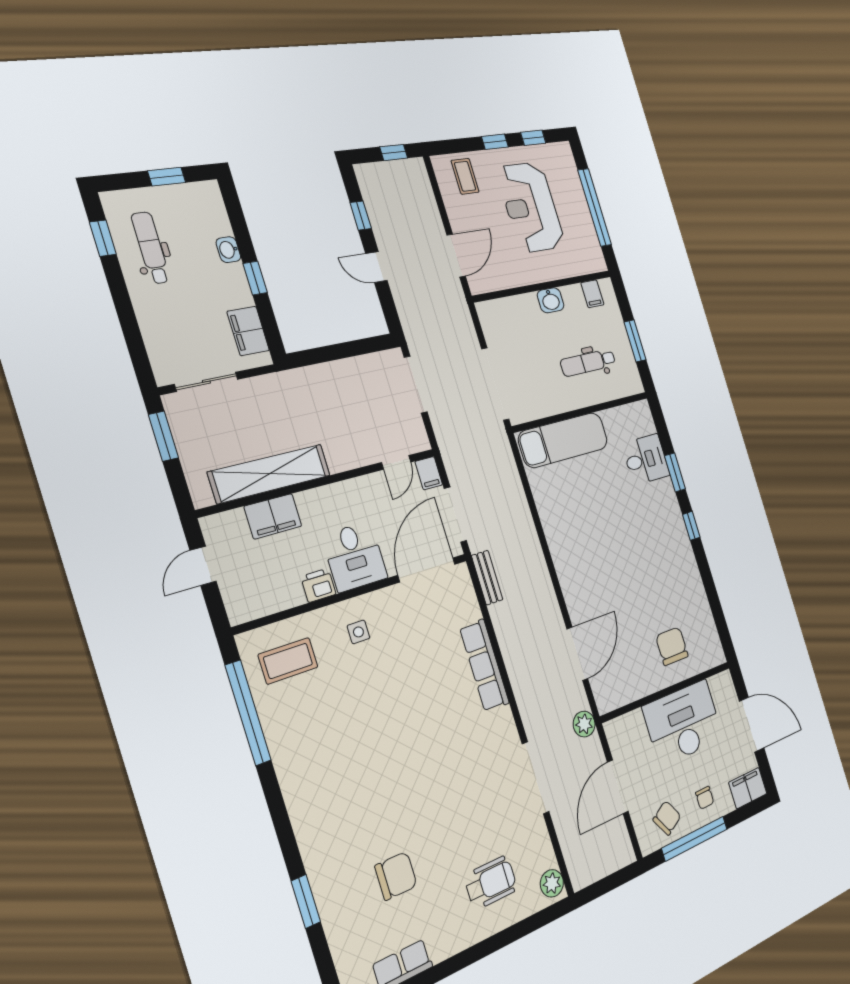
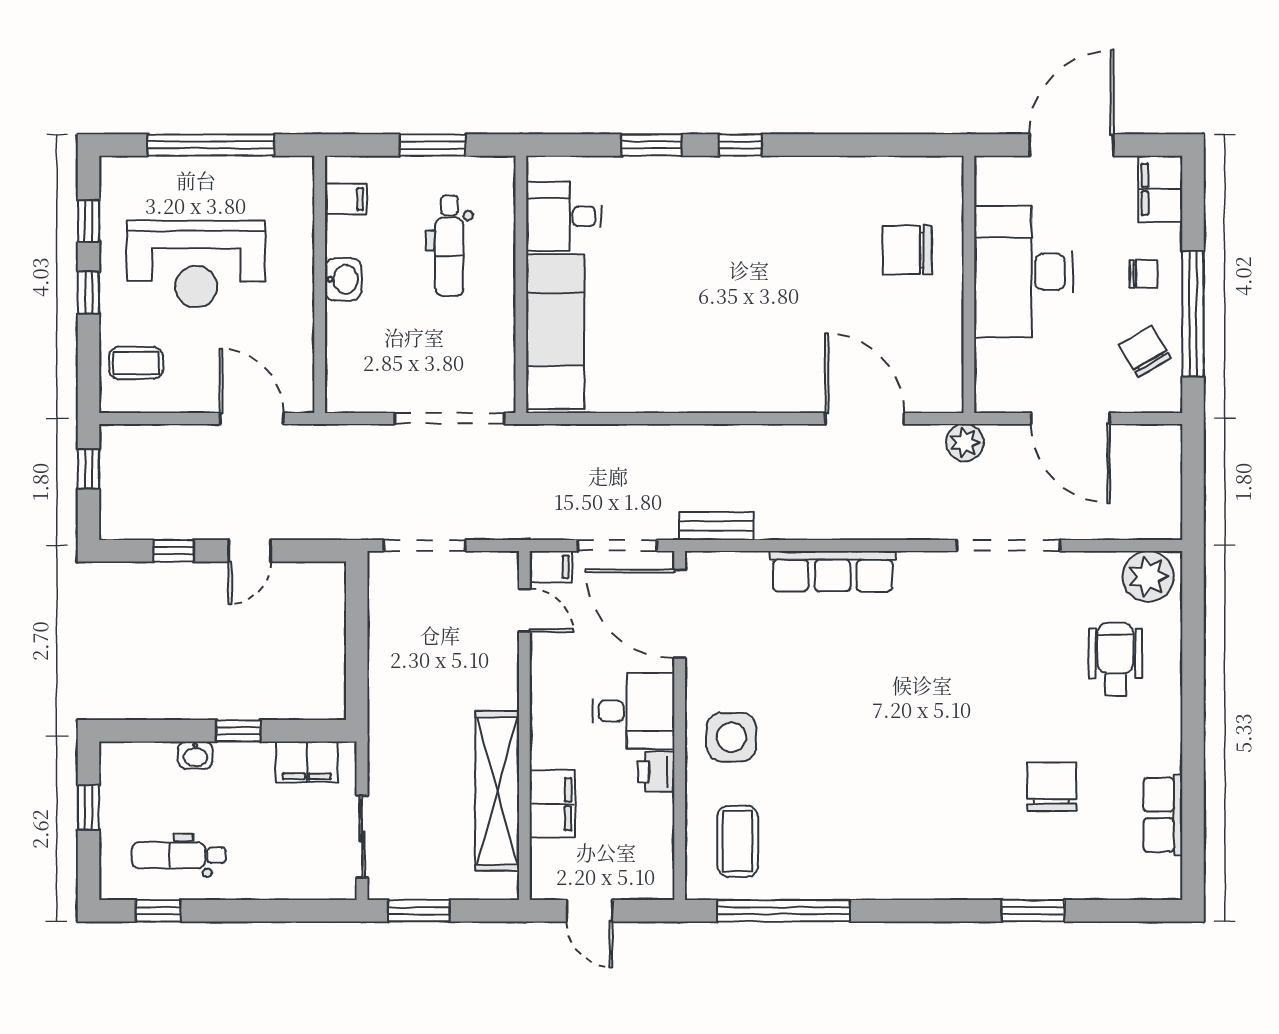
desk: (646, 459) -> (564, 216), moved, turned -90
side table: (358, 632) -> (731, 737), width x1.87, depth x1.87
plant: (552, 883) -> (1148, 576), width x1.36, depth x1.36

